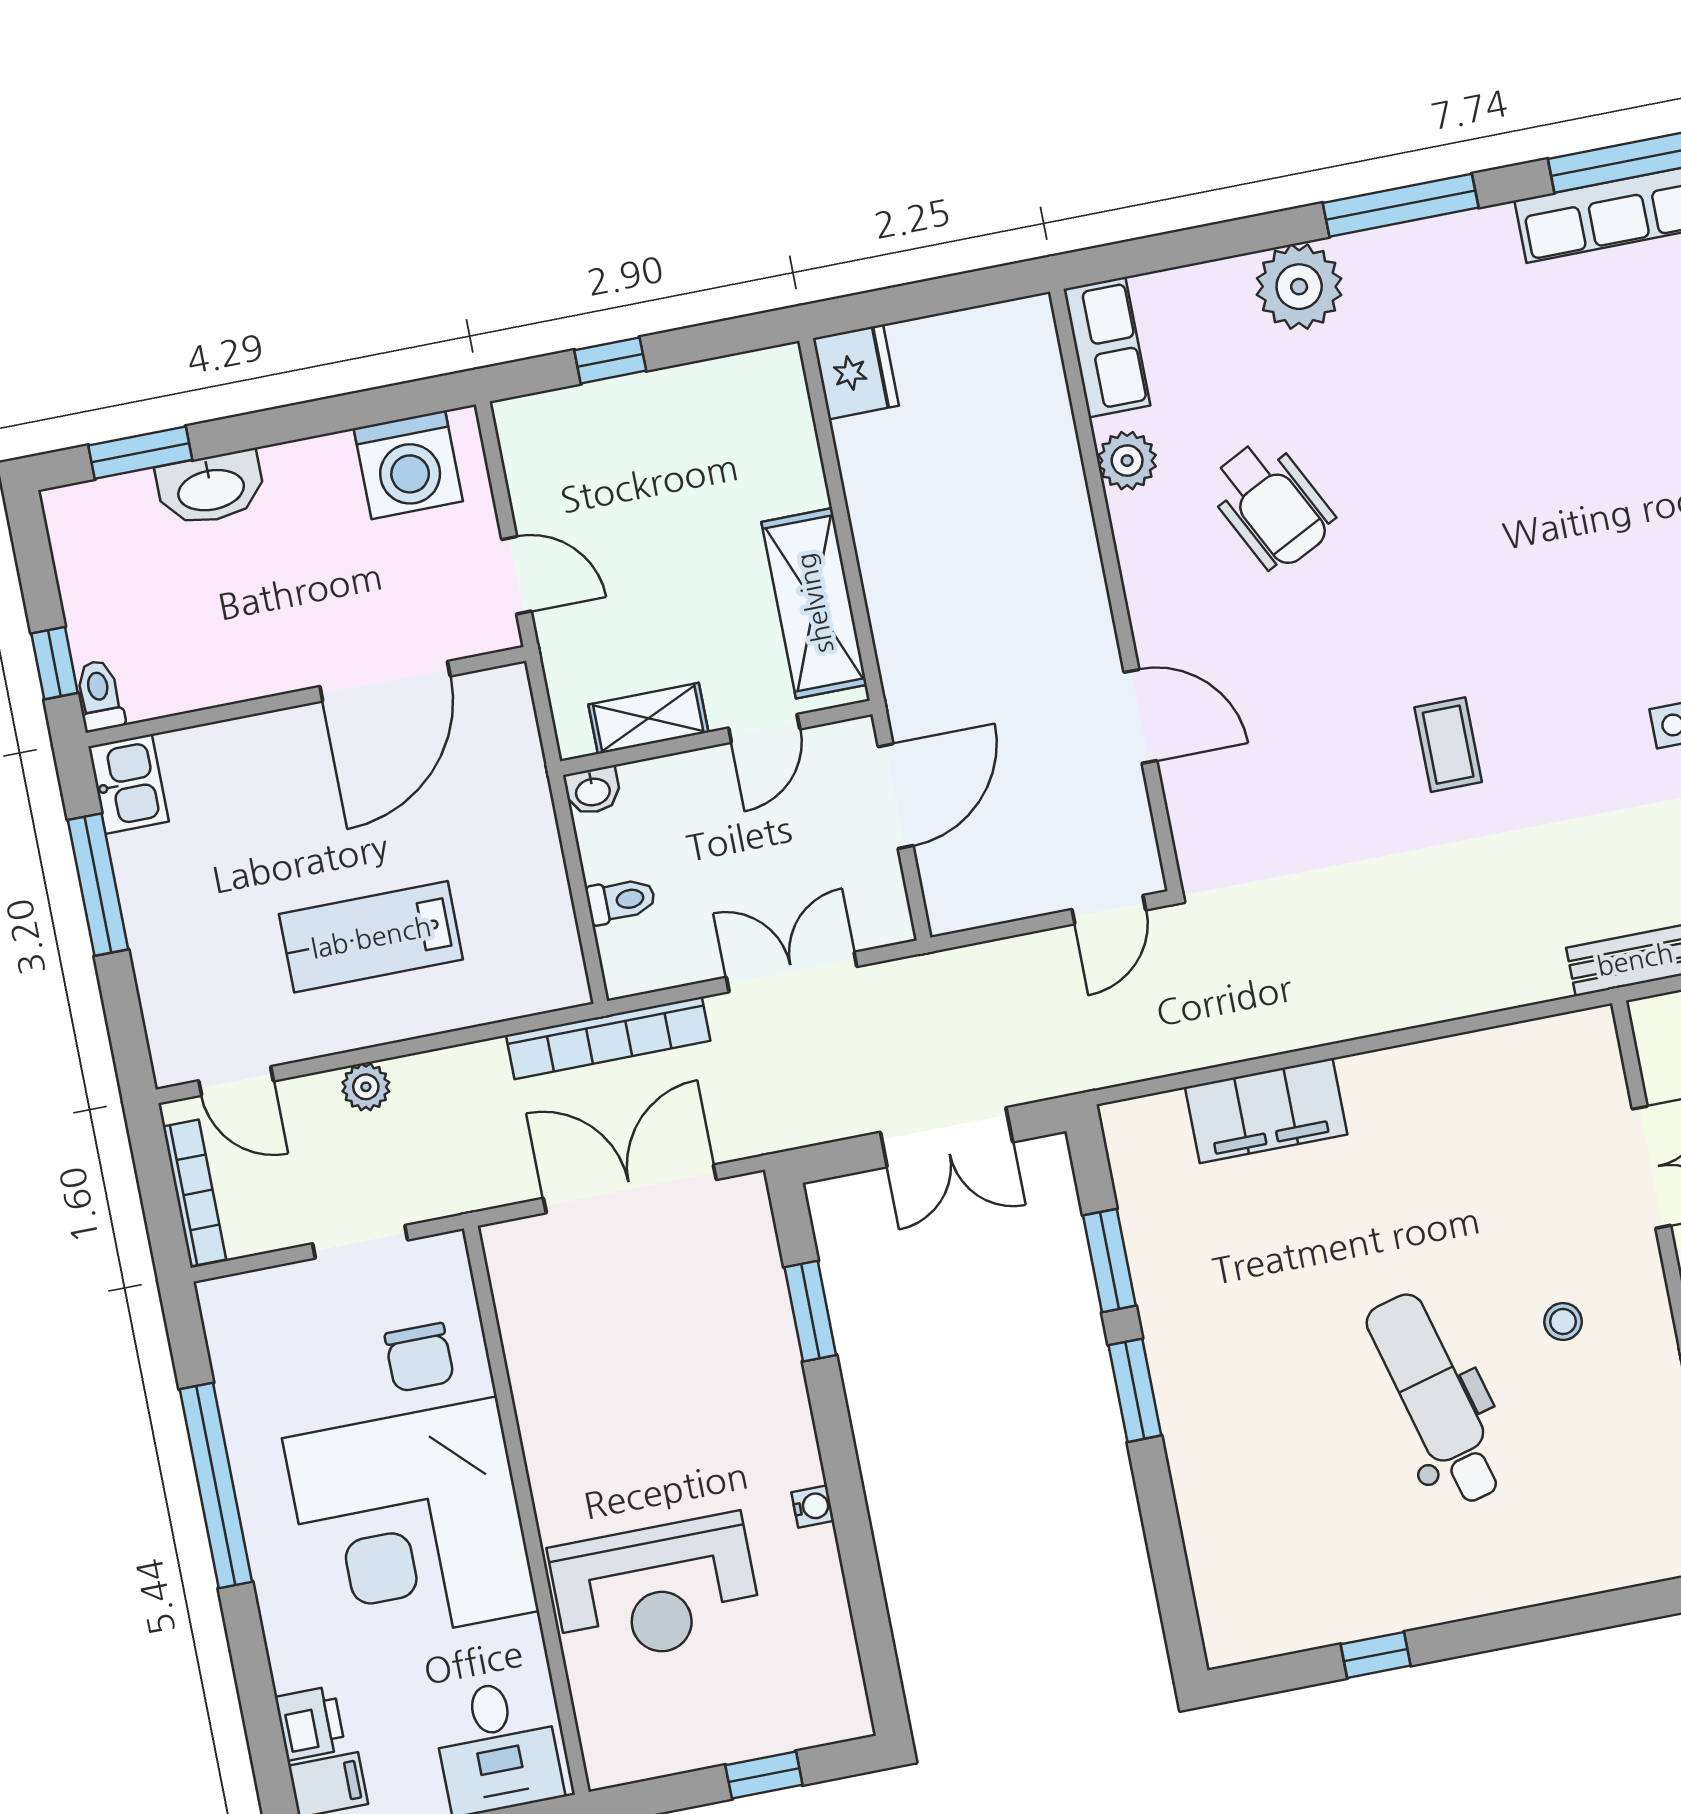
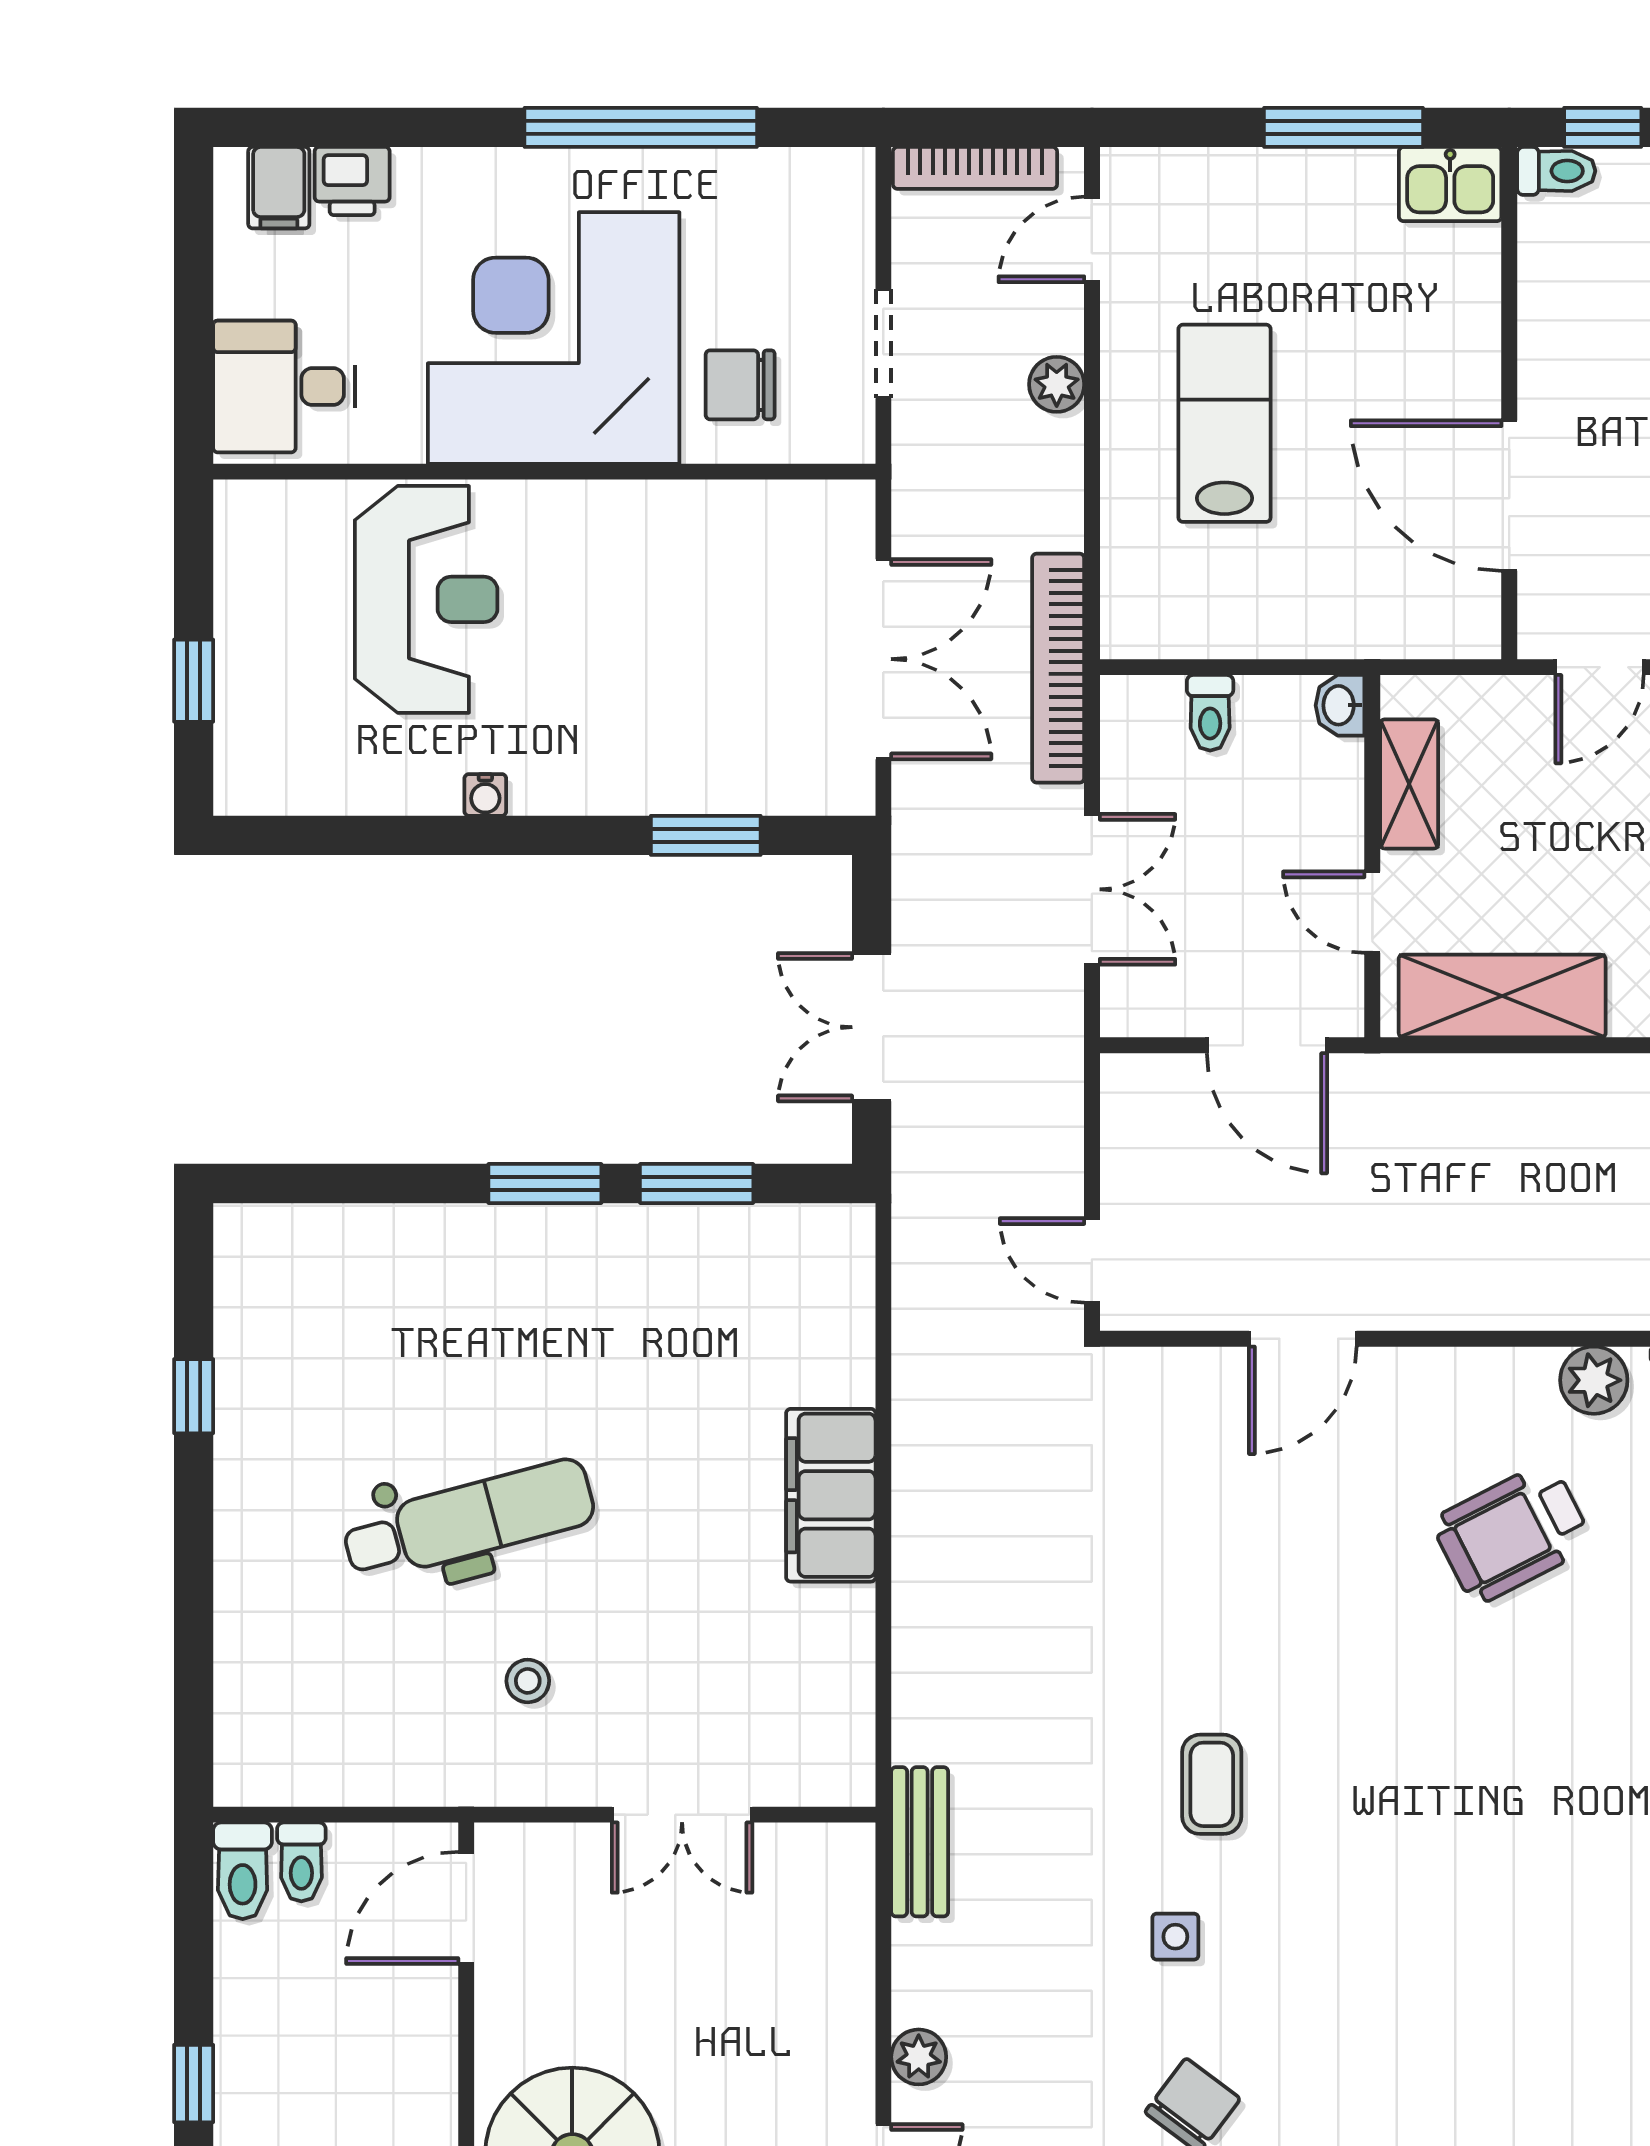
coffee table: (1448, 745) -> (1212, 1784), moved, turned 90
filing cabinet: (1266, 1111) -> (831, 1495), moved
reception desk: (655, 1590) -> (426, 599), turned 180

